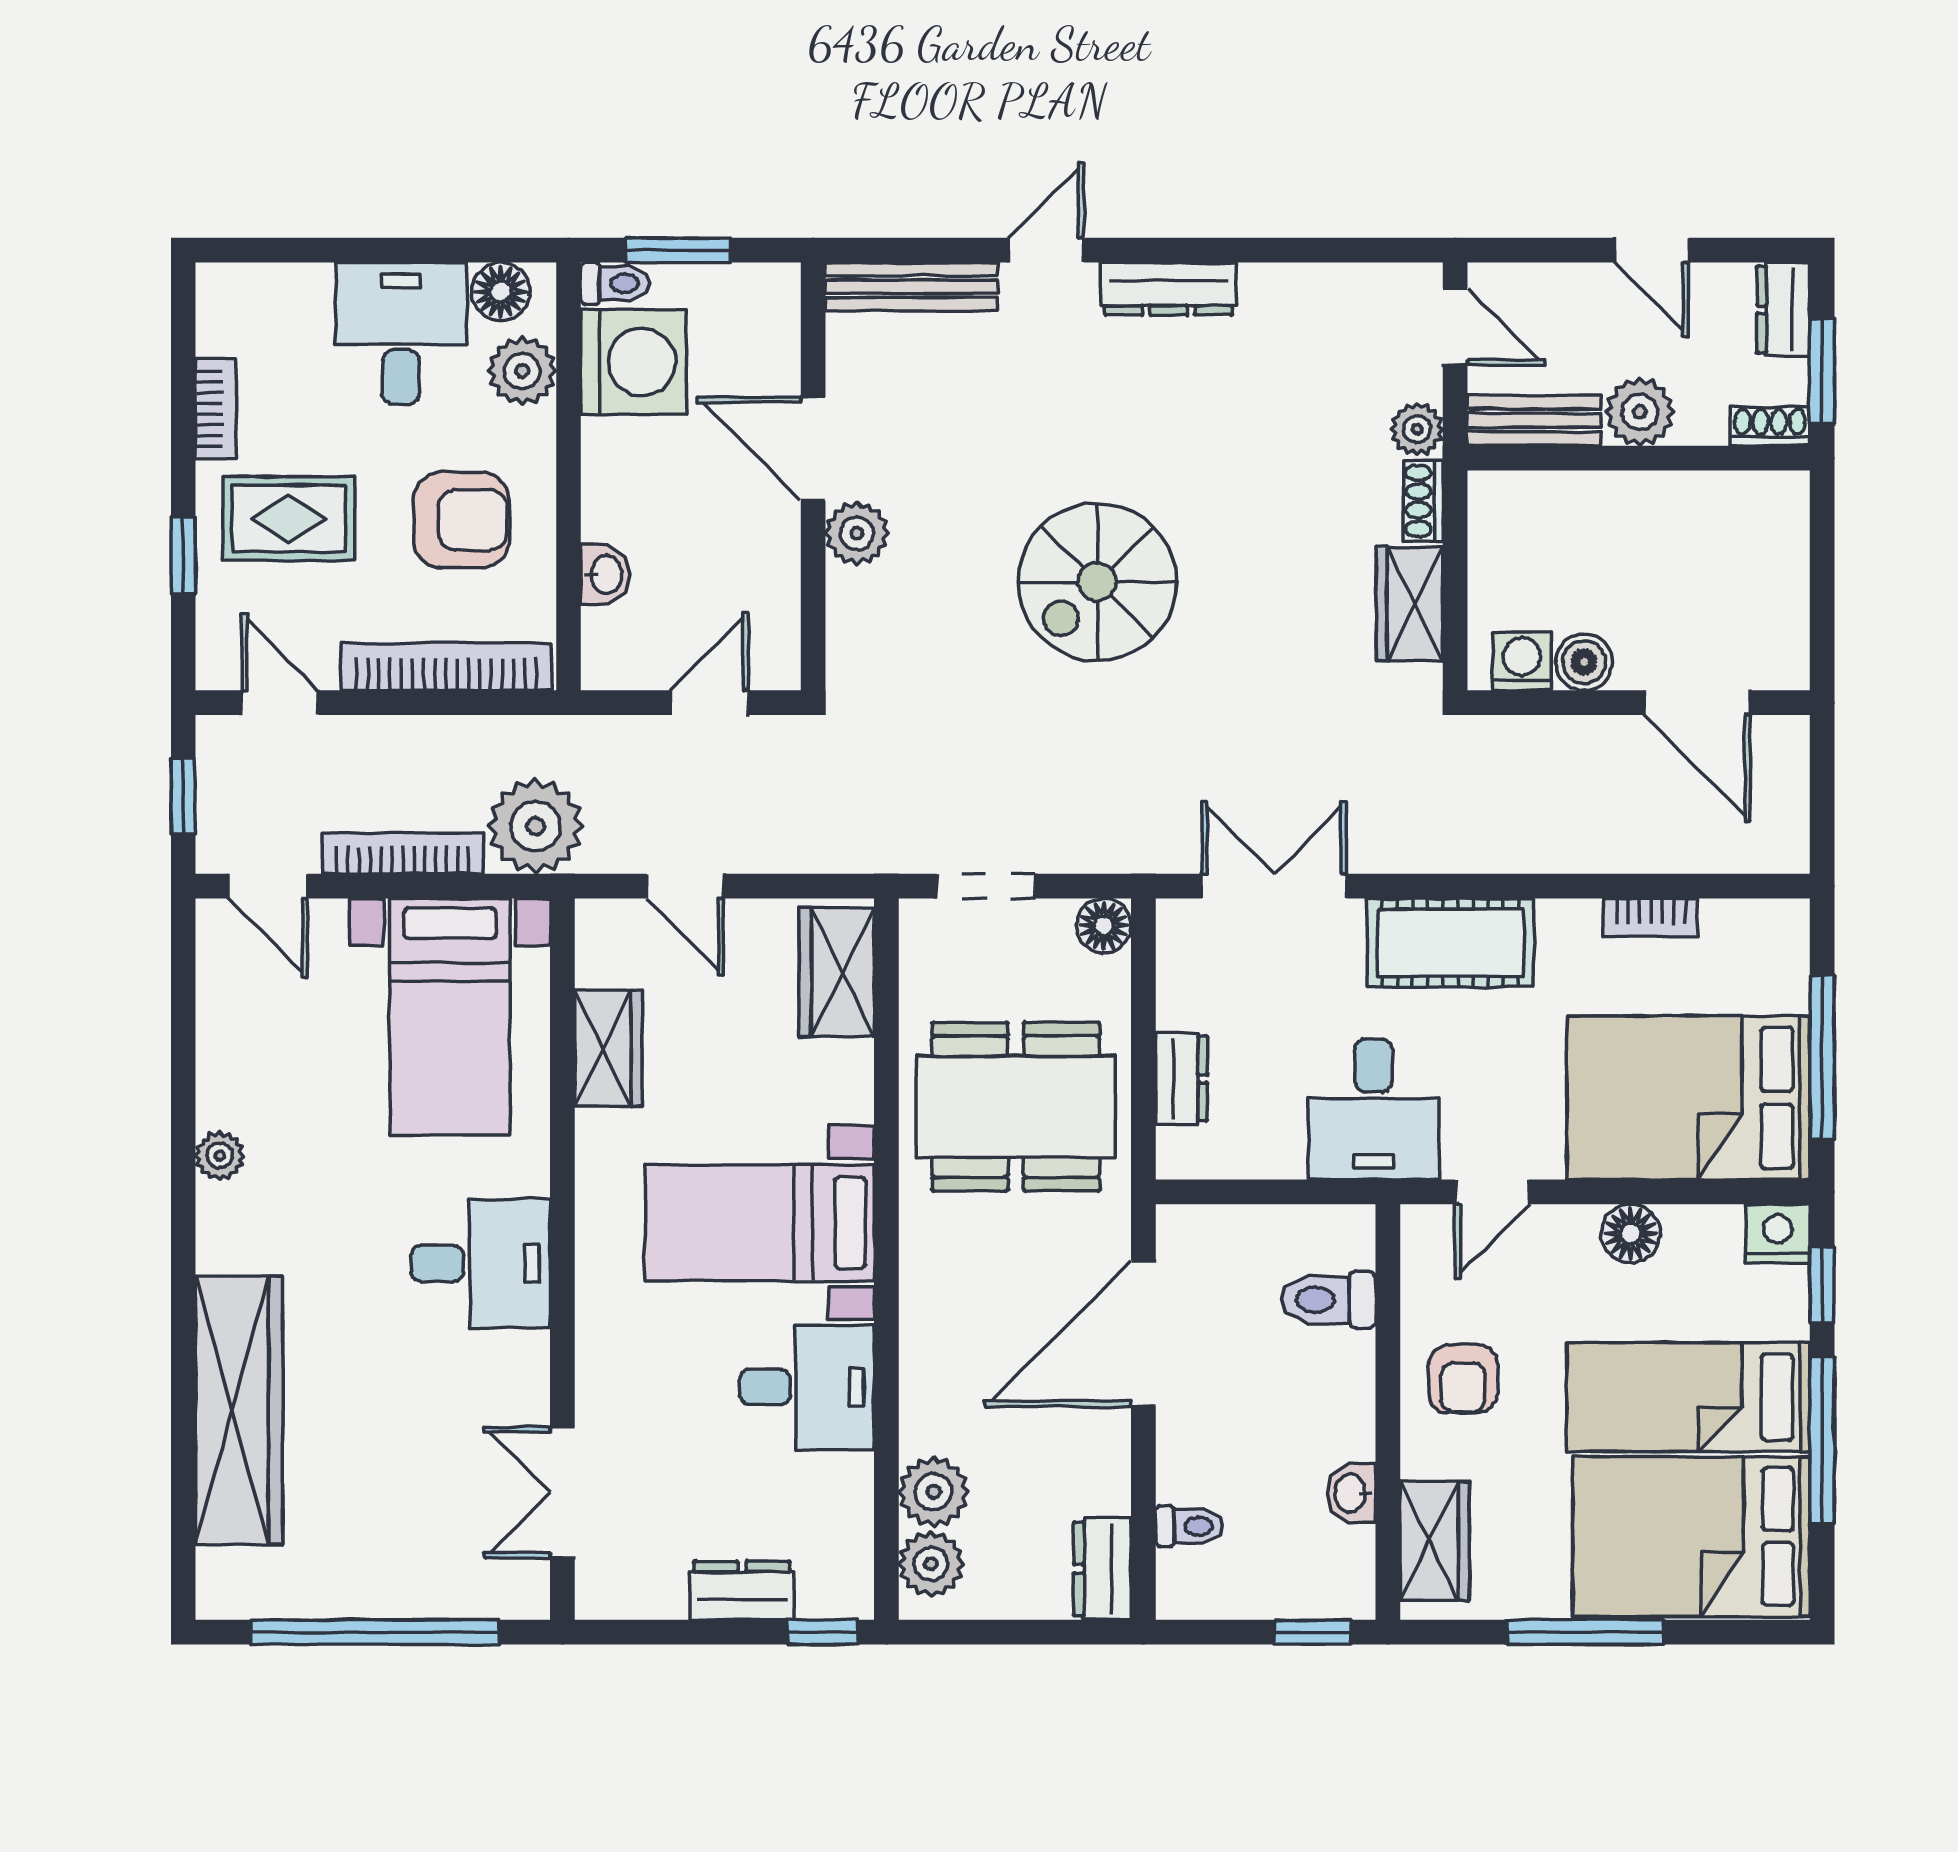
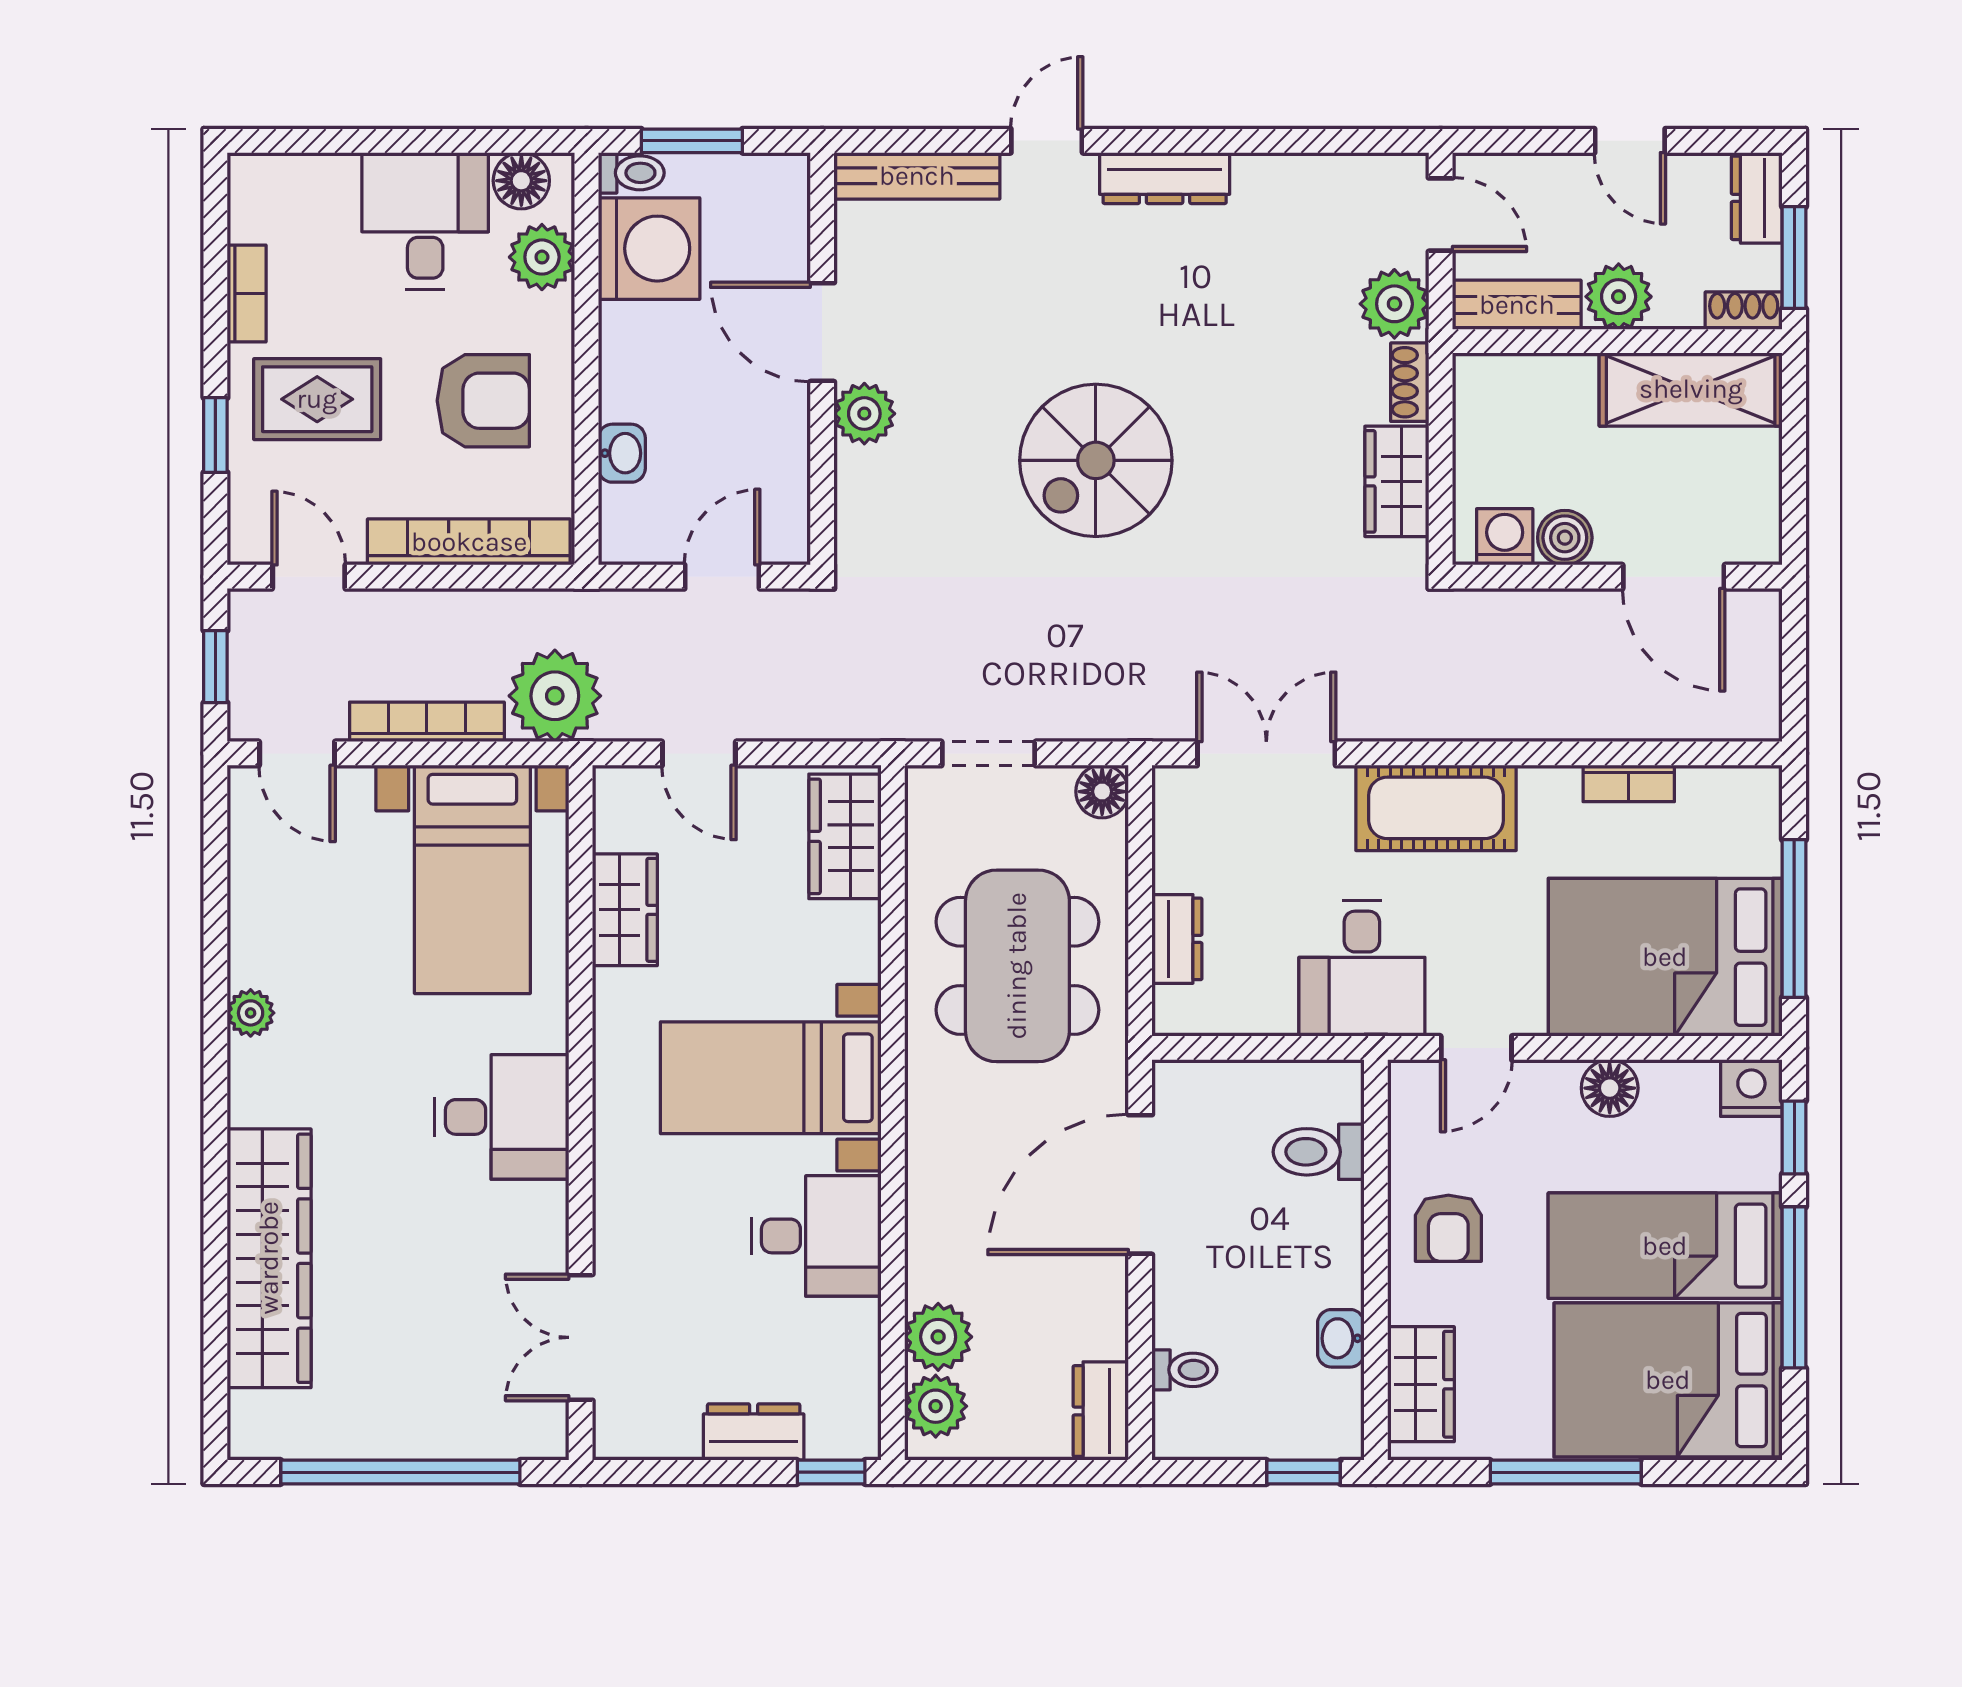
plant: (1417, 429) -> (1394, 304), width x1.38, depth x1.38
shelving: (1715, 508) -> (1691, 389), added
dining table: (1016, 1107) -> (1017, 966), turned 90

